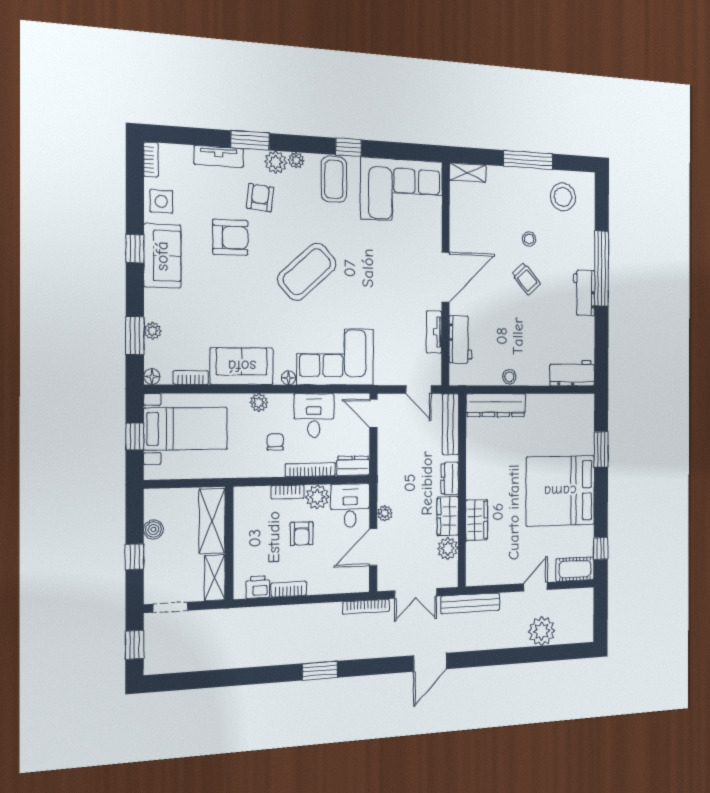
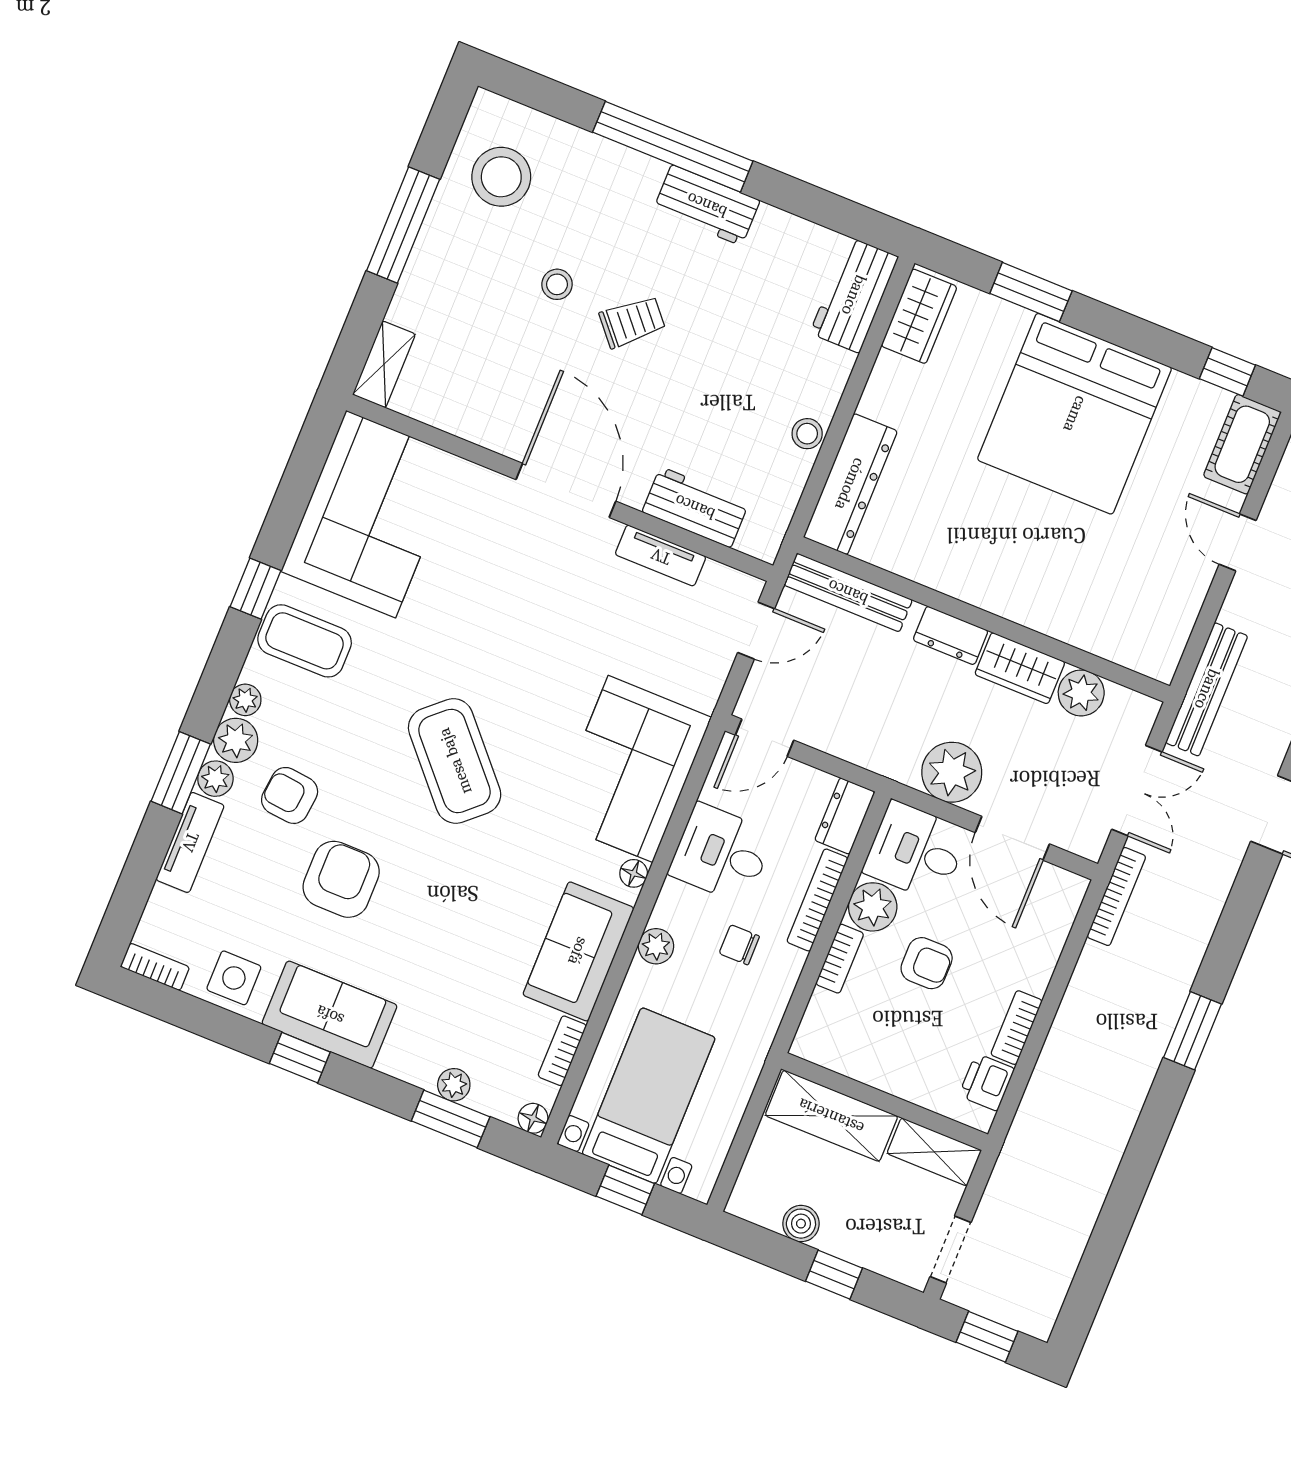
plant: (254, 158) -> (215, 779), added
plant: (385, 513) -> (952, 772), width x1.88, depth x1.88
wardrobe: (477, 520) -> (919, 316), moved, turned 90

